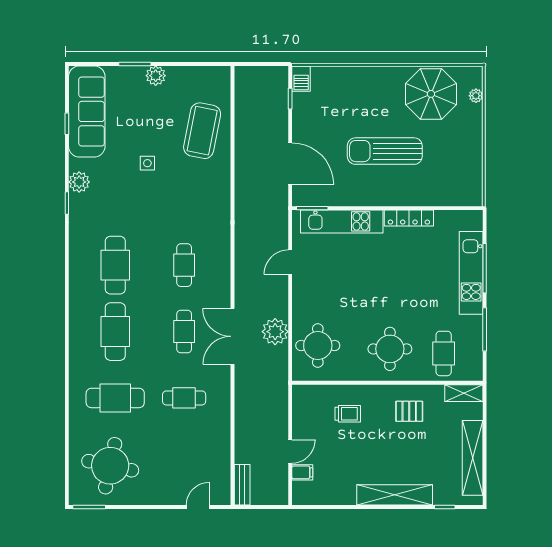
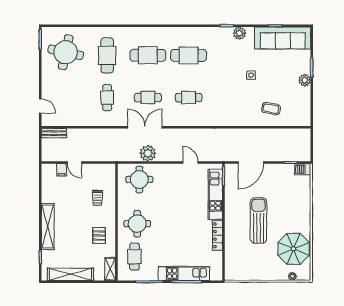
coffee table: (202, 131) -> (271, 109), width x0.54, depth x0.58
cafe table: (444, 353) -> (134, 257), turned 90

